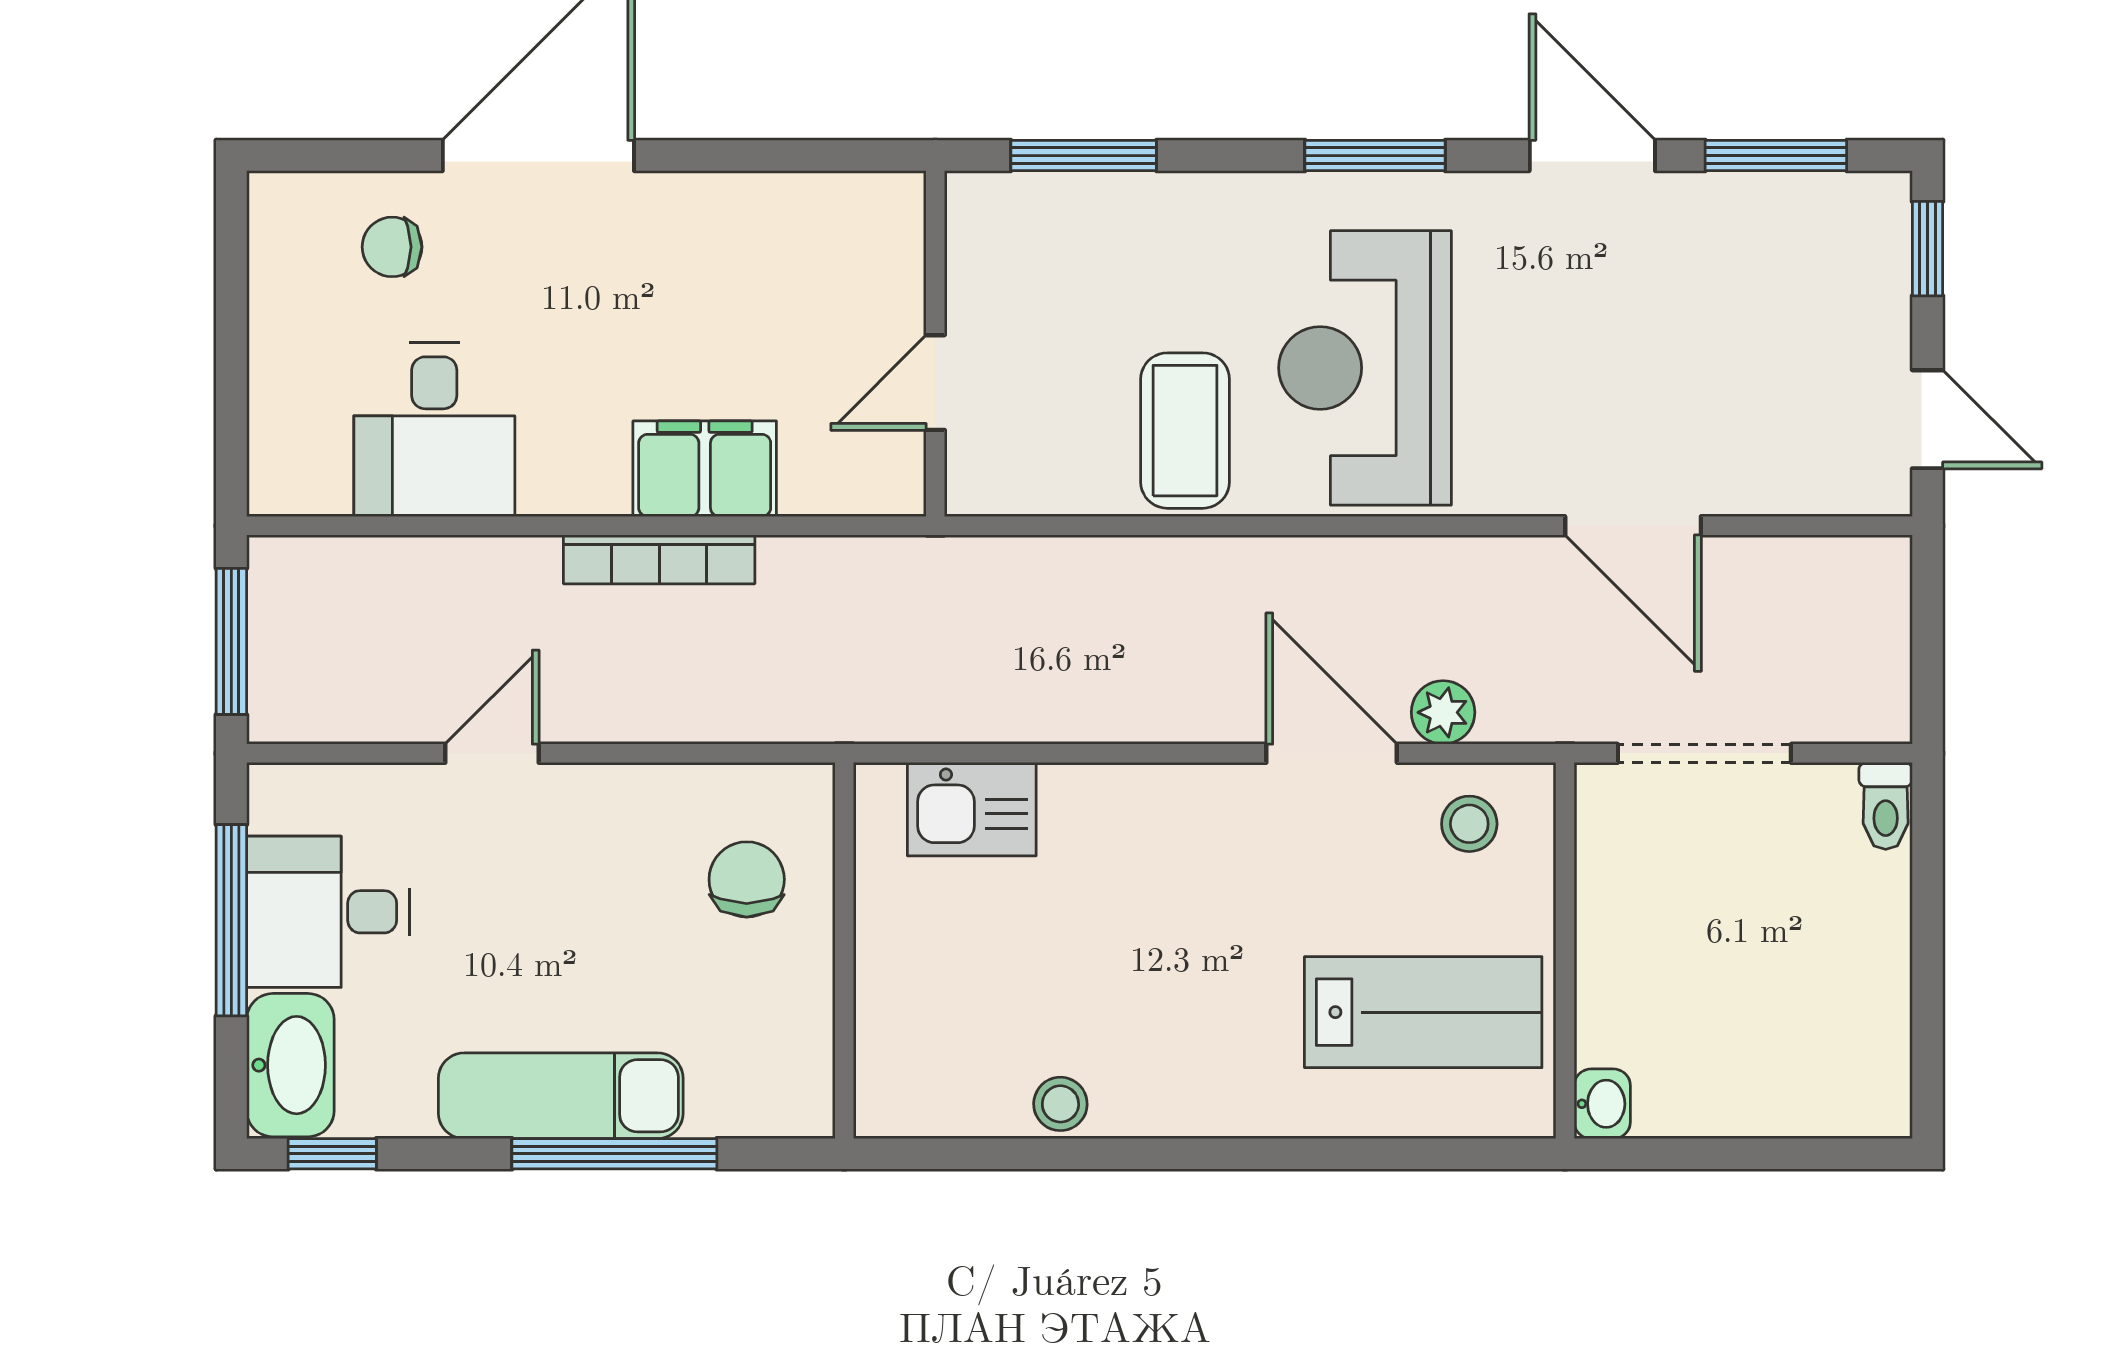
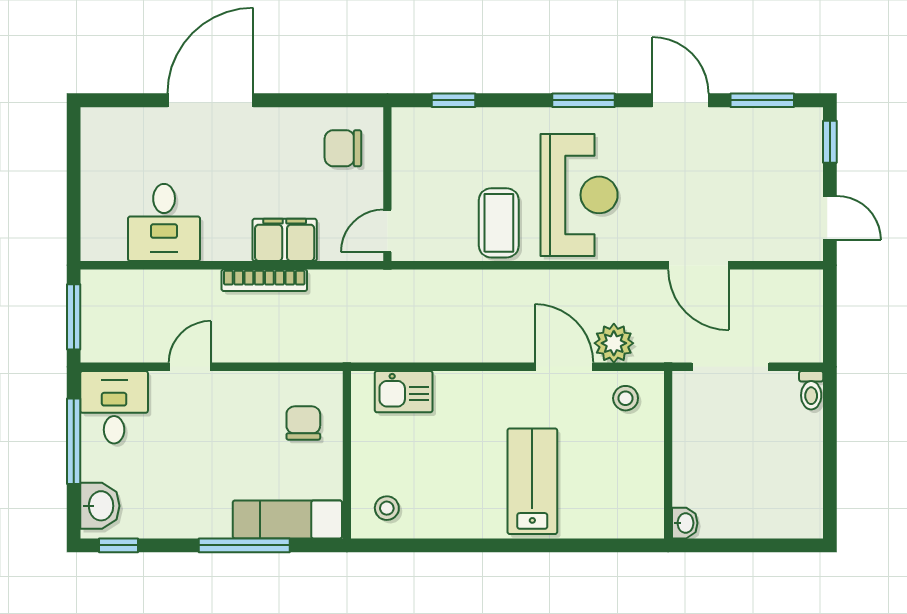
window: (1084, 156) -> (454, 100), width x0.67
chair: (392, 247) -> (343, 148), moved, width x1.37, depth x1.37
reception desk: (1365, 368) -> (579, 195), turned 180
door: (935, 383) -> (387, 231), moved
plant: (1443, 712) -> (614, 343), width x1.38, depth x1.38
desk: (328, 912) -> (114, 407), moved, turned 90
lab bench: (1423, 1012) -> (532, 481), moved, turned -90
washbasin: (290, 1065) -> (100, 506), width x0.72
exam couch: (561, 1096) -> (287, 519), moved
stool: (1060, 1104) -> (387, 508), moved

